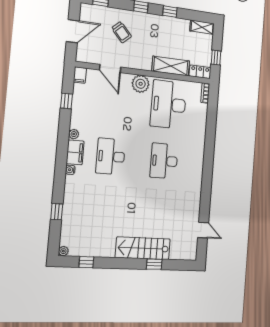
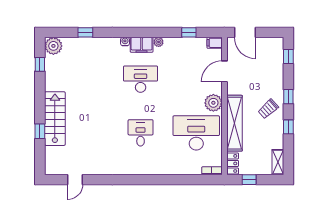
door: (73, 31) -> (245, 32), moved
trolley: (121, 32) -> (268, 109), moved
shelving: (171, 66) -> (235, 123), width x1.47
desk: (164, 161) -> (141, 133), width x0.73
plant: (63, 251) -> (53, 46), width x1.88, depth x1.88

